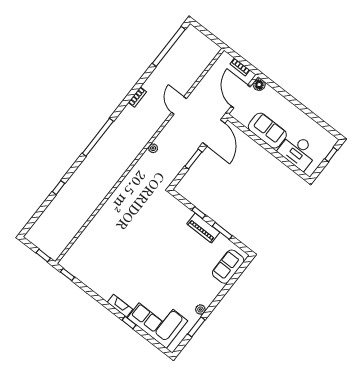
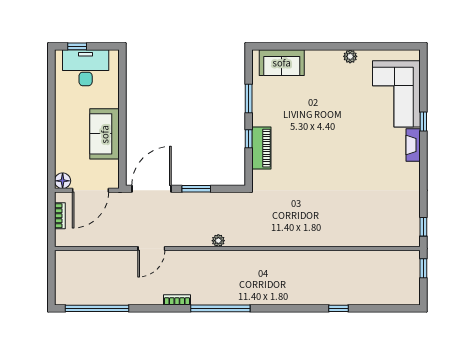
window: (98, 137) -> (220, 308), moved
desk: (298, 151) -> (86, 68), moved, turned -90
piano: (203, 228) -> (261, 148), moved
window: (196, 327) -> (372, 46), removed

